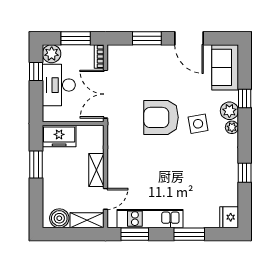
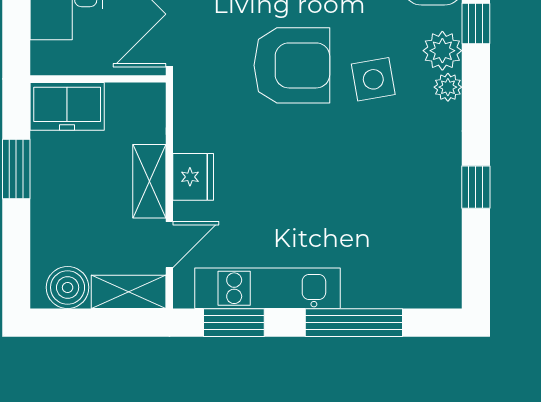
armchair: (161, 117) -> (292, 65), turned 180
fridge: (229, 217) -> (193, 177), moved, turned 180
window: (189, 234) -> (354, 323), width x1.44

